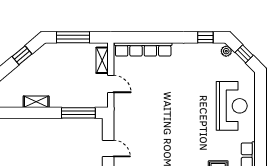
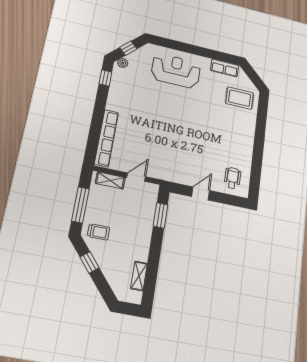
trolley: (51, 58) -> (98, 232), added
shelving: (36, 102) -> (139, 276), moved
window: (78, 113) -> (160, 215), width x0.69

